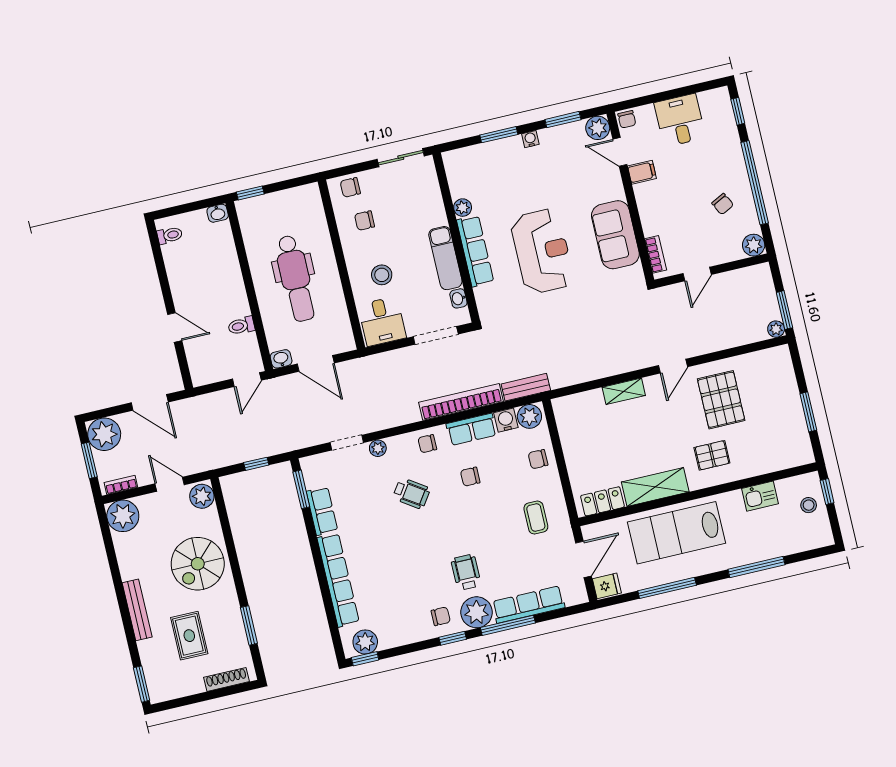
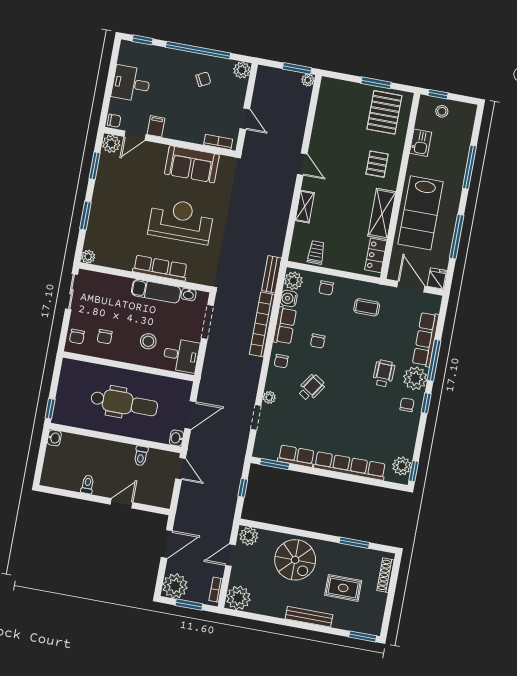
water cooler: (530, 139) -> (98, 195), removed
plant: (463, 208) -> (88, 257), moved
toilet: (170, 235) -> (88, 484), moved
pallet: (721, 400) -> (384, 112), moved, turned 90
trolley: (575, 429) -> (316, 252), added
wheelchair: (466, 572) -> (384, 373), turned 92

